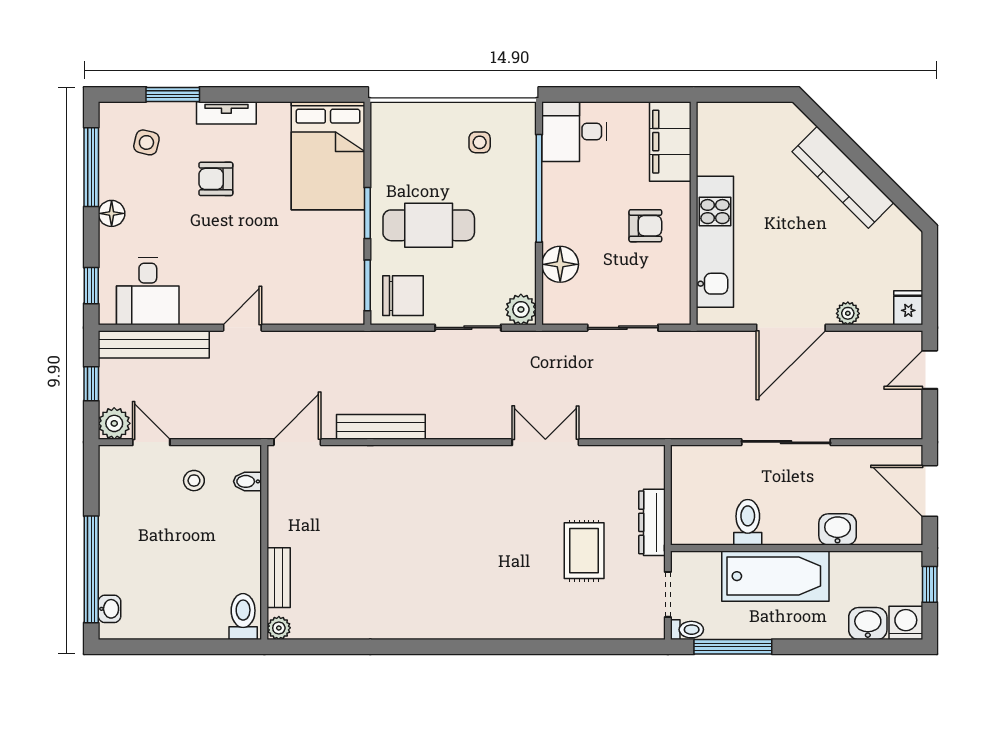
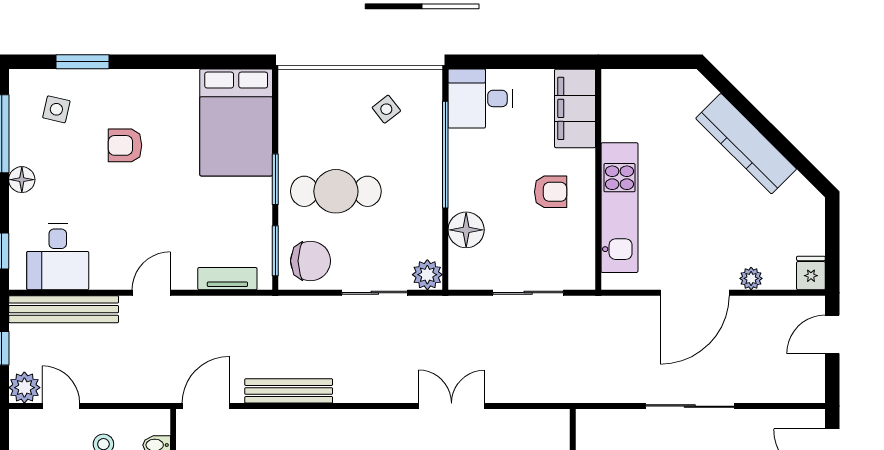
tv unit: (226, 113) -> (227, 279), moved, turned 180
side table: (480, 142) -> (386, 109), turned -38

